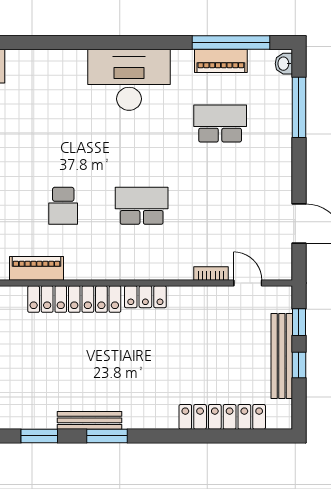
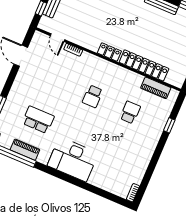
school desk: (220, 124) -> (38, 120), turned 180
school desk: (142, 206) -> (93, 96), width x0.54

